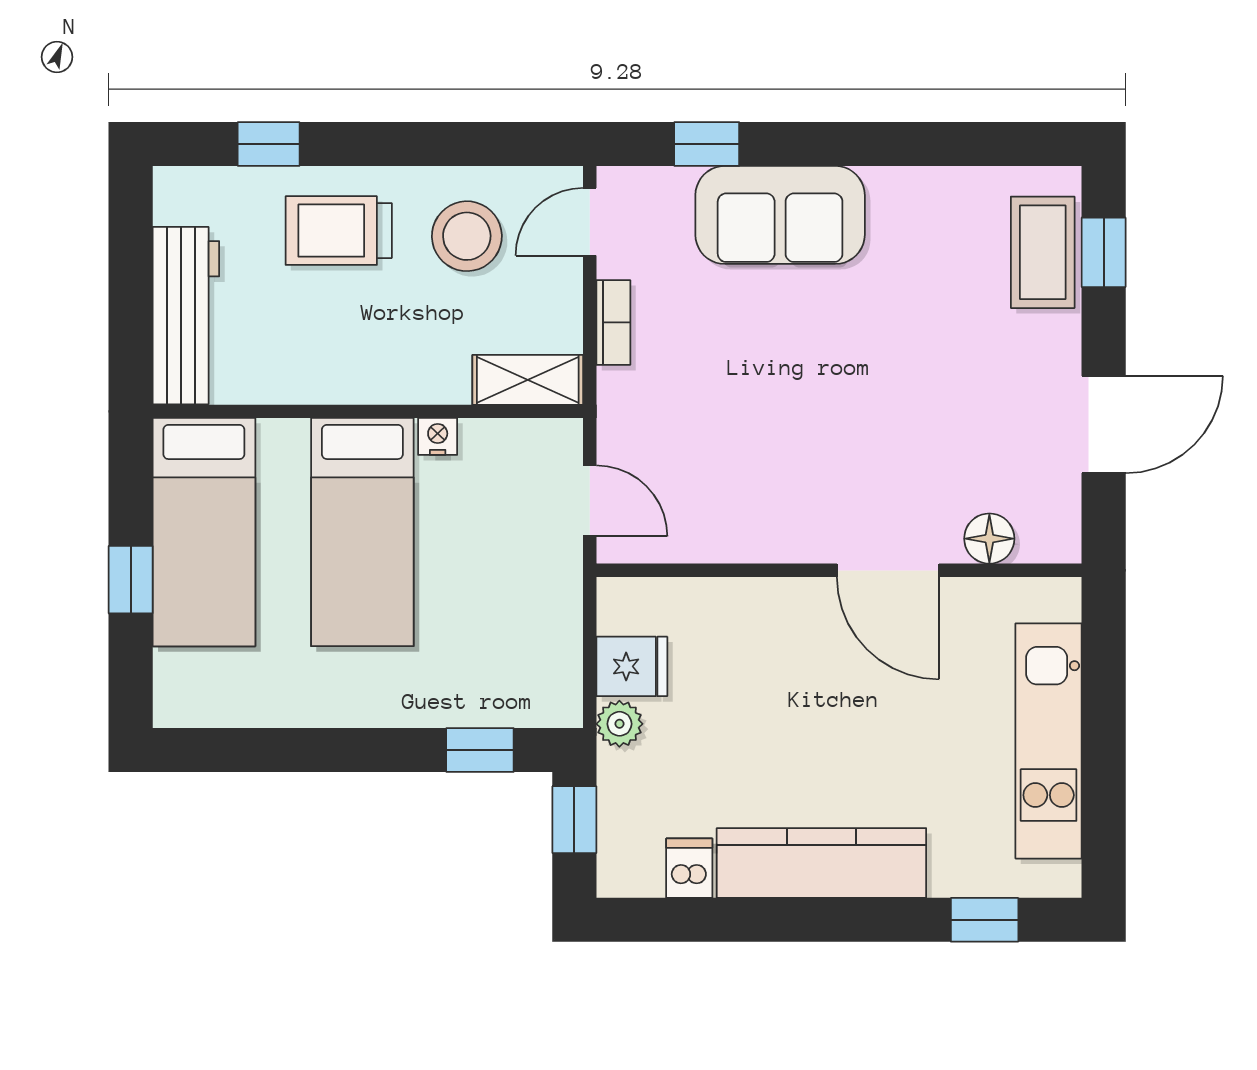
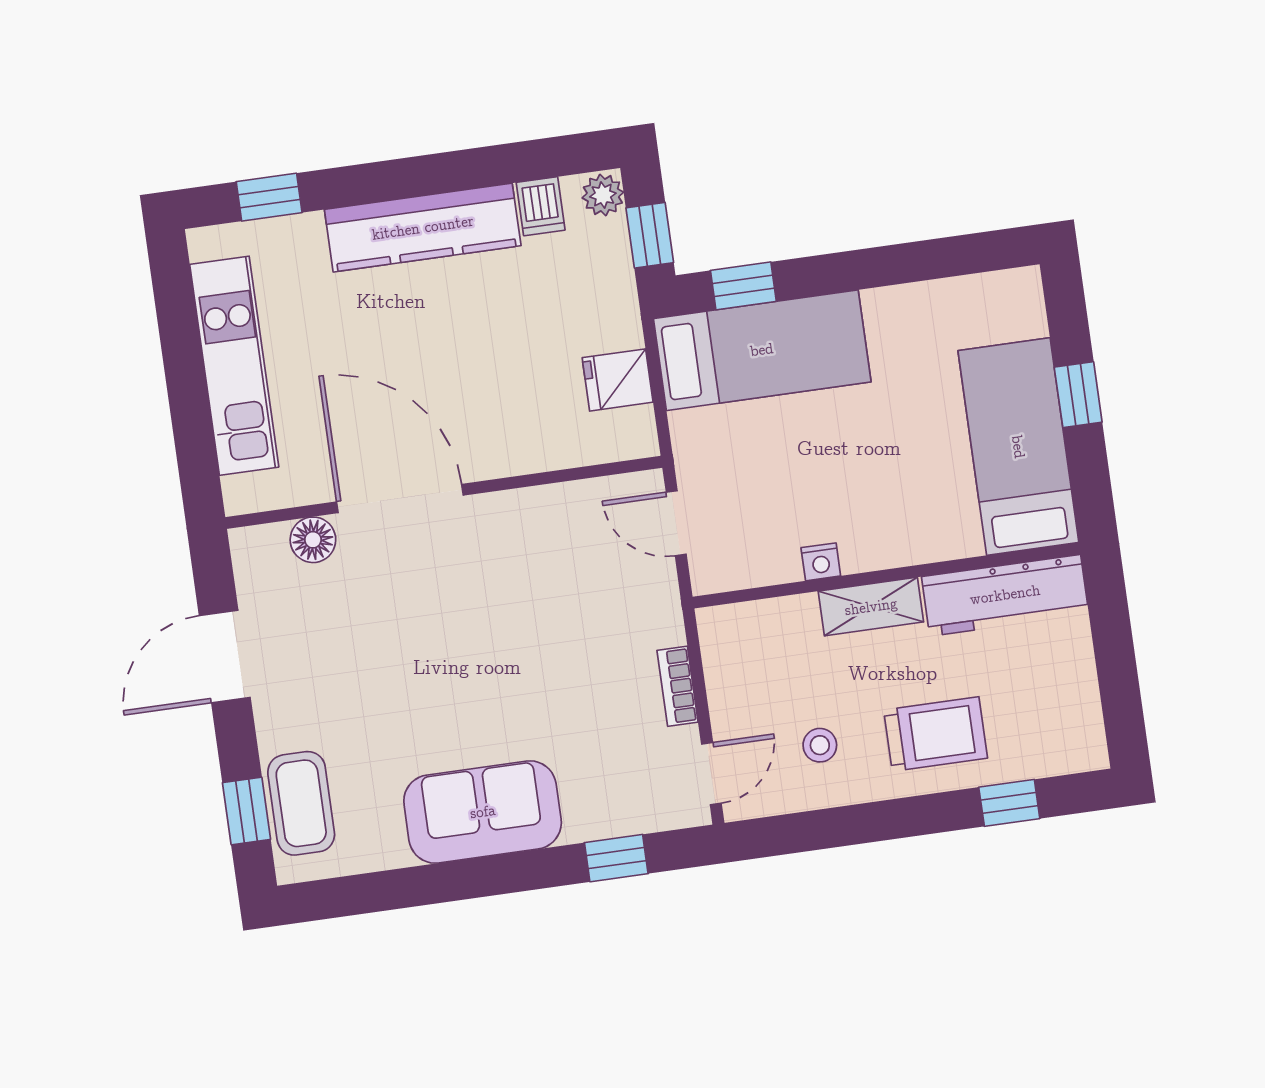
sofa: (780, 215) -> (483, 812), moved
stool: (467, 236) -> (820, 745), width x0.53, depth x0.53
workbench: (186, 316) -> (1005, 595), moved, turned -90
shelving: (528, 380) -> (871, 607), moved
bed: (362, 532) -> (762, 350), moved, turned 90
door: (888, 570) -> (400, 499), width x1.36
plant: (619, 724) -> (603, 195), moved

